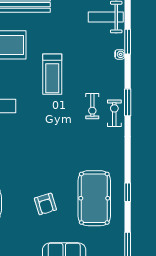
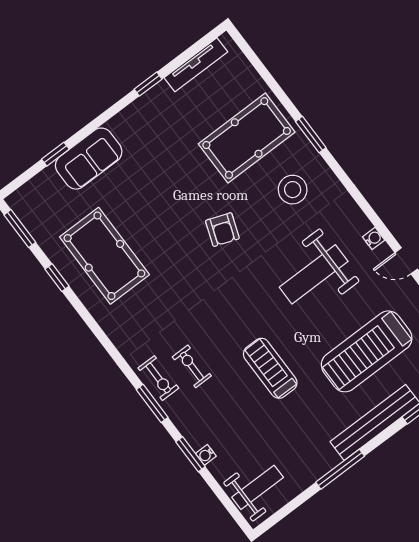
window: (128, 42) -> (191, 454), moved
window: (128, 192) -> (57, 278), moved
armchair: (45, 204) -> (222, 230), moved, turned -143

